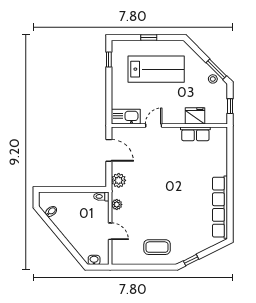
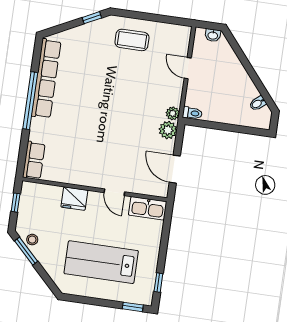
window: (149, 37) -> (133, 307), moved
fridge: (195, 116) -> (74, 199), moved
door: (154, 126) -> (114, 192), hinge flipped
row of seats: (195, 134) -> (34, 160), moved, turned 90
window: (230, 188) -> (30, 101), added
plant: (117, 205) -> (173, 113), moved

